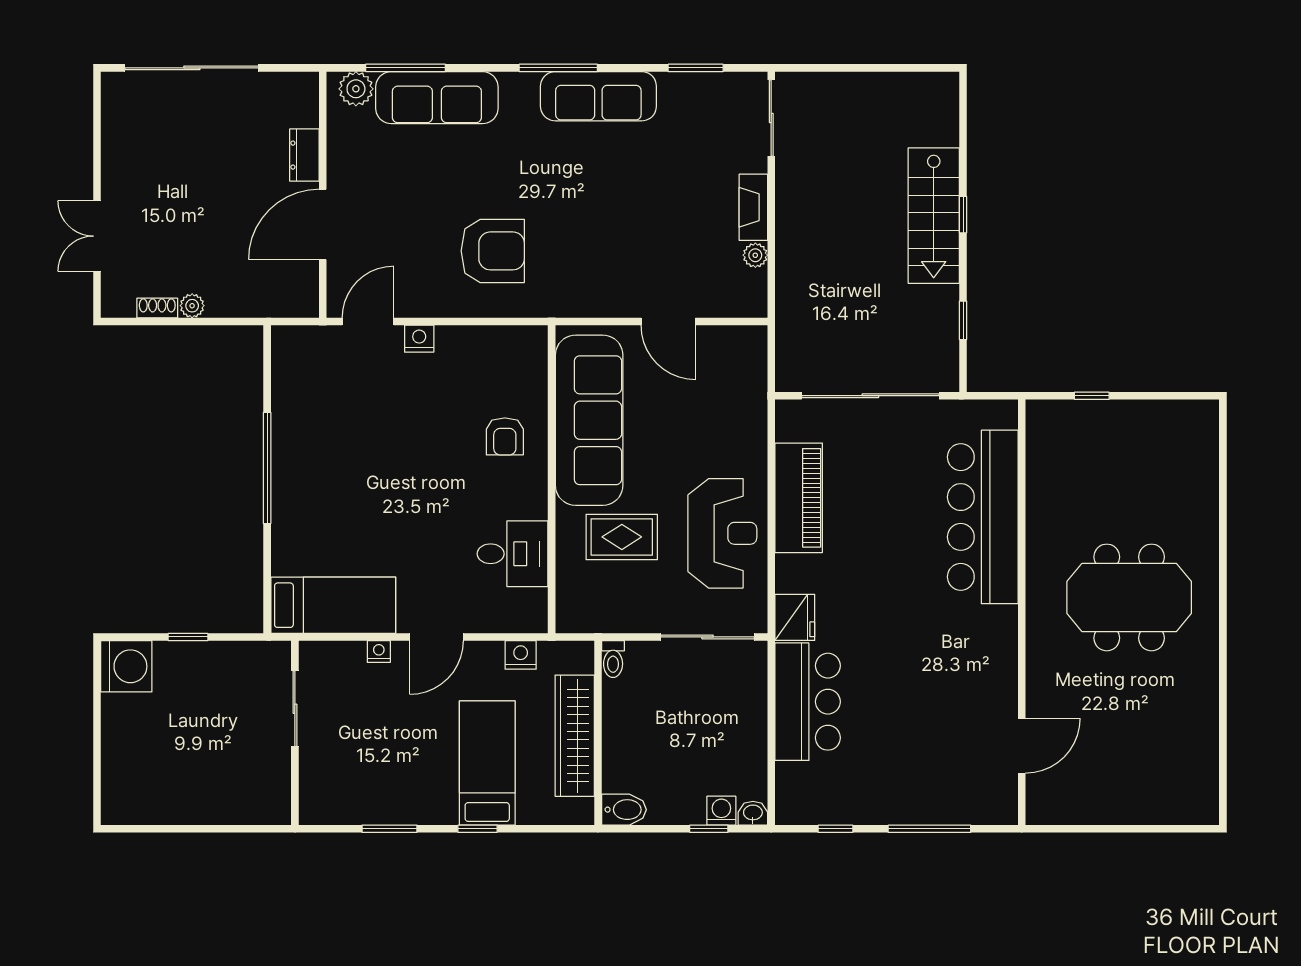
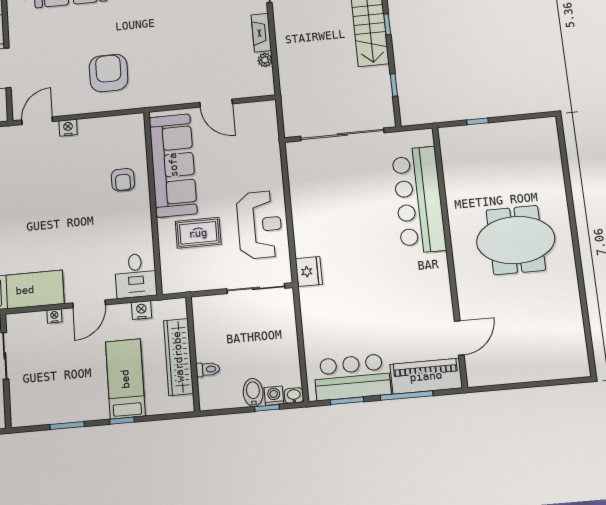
armchair: (493, 251) -> (109, 73), turned -90
piano: (799, 498) -> (426, 376), moved, turned -90
desk: (513, 554) -> (136, 276), moved, turned 90
toilet: (613, 659) -> (208, 369), moved, turned -90
bar counter: (808, 702) -> (352, 377), moved, turned -90
bidet: (624, 810) -> (253, 392), moved, turned -90
window: (836, 829) -> (347, 401), width x1.50

